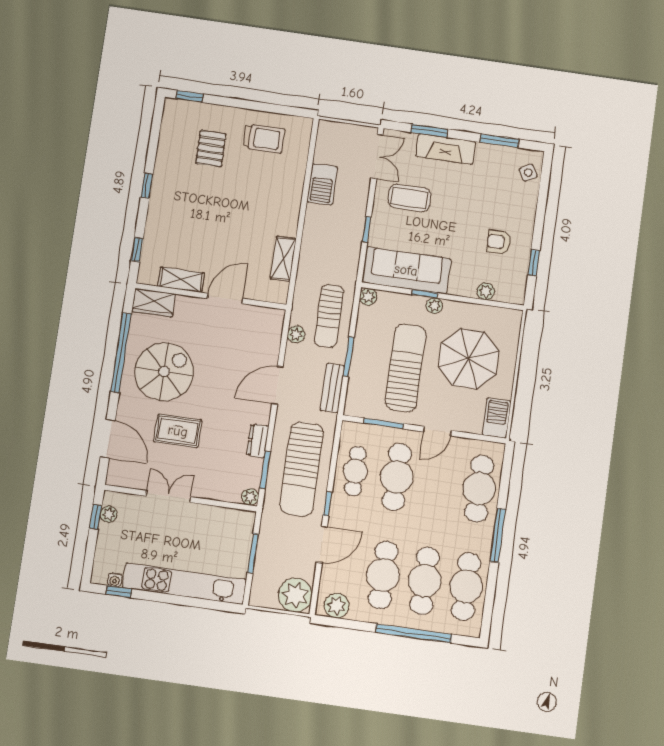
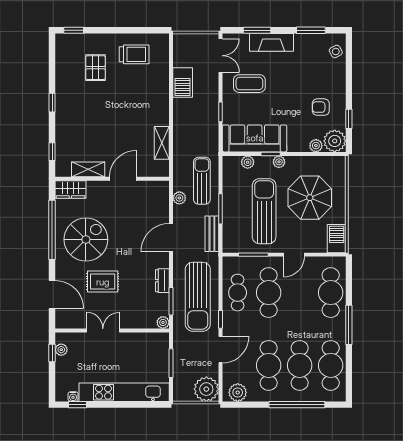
plant: (511, 289) -> (335, 141), added
plant: (368, 297) -> (248, 162), moved
sun lounger: (329, 316) -> (202, 181), turned 180

